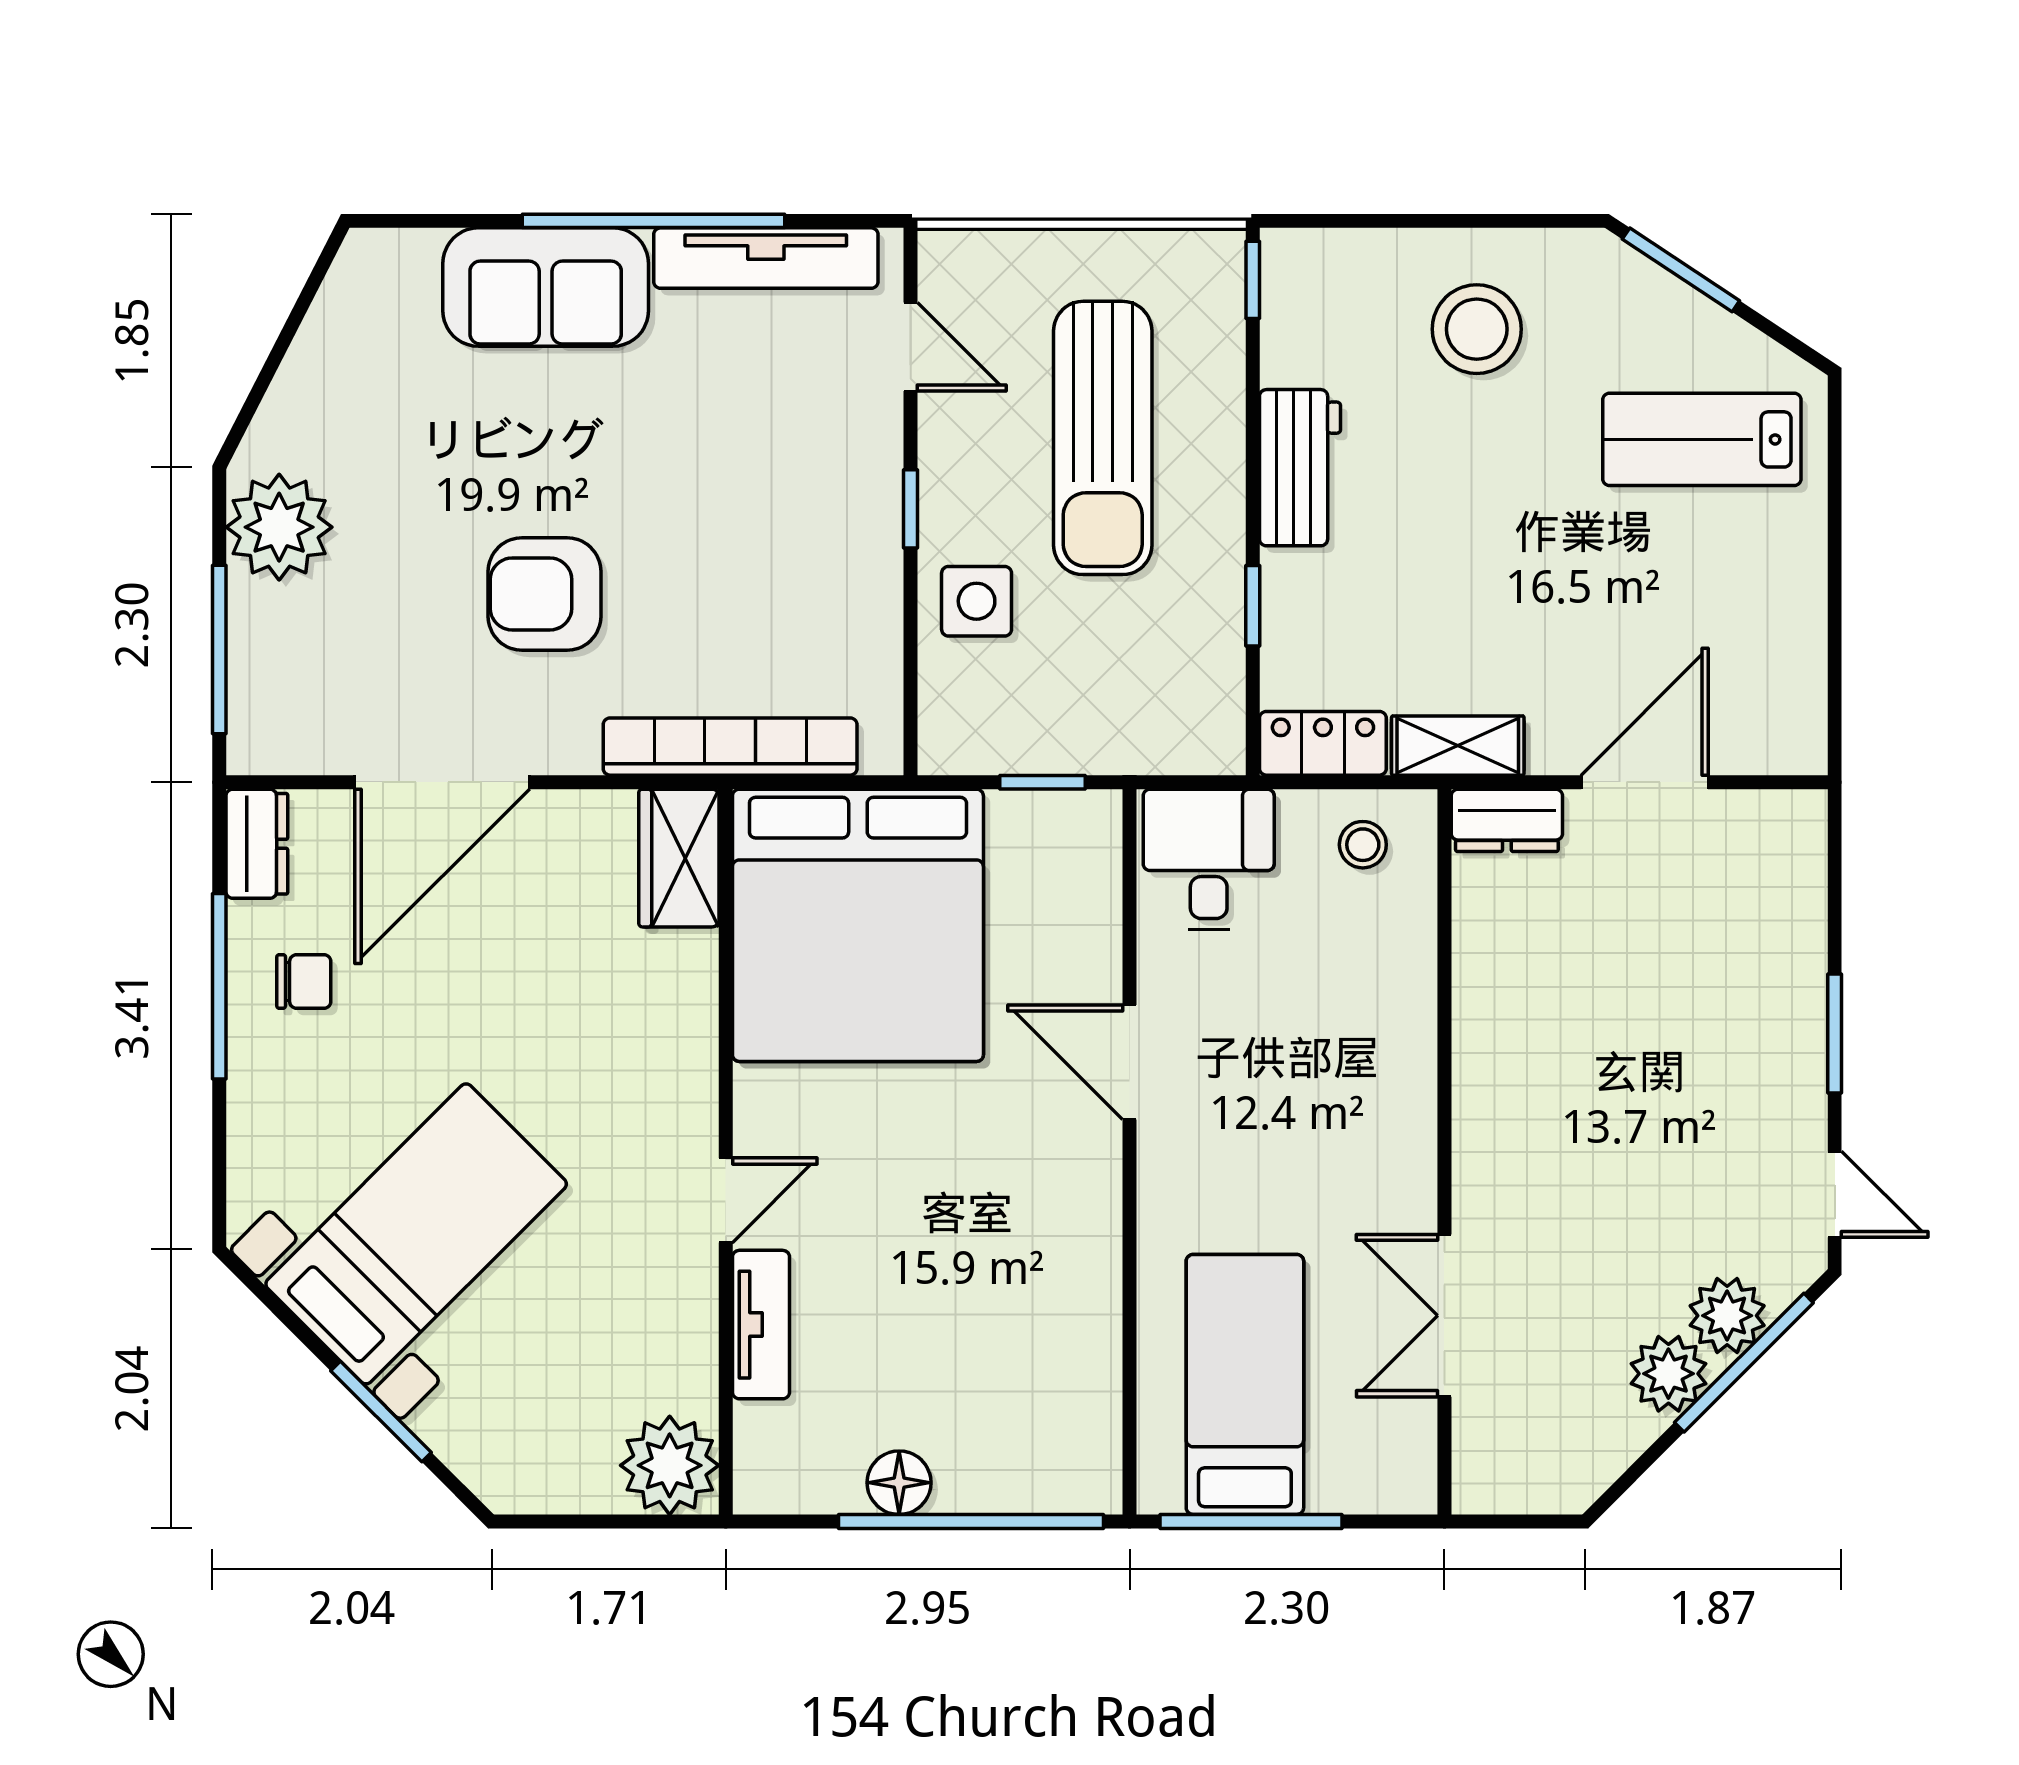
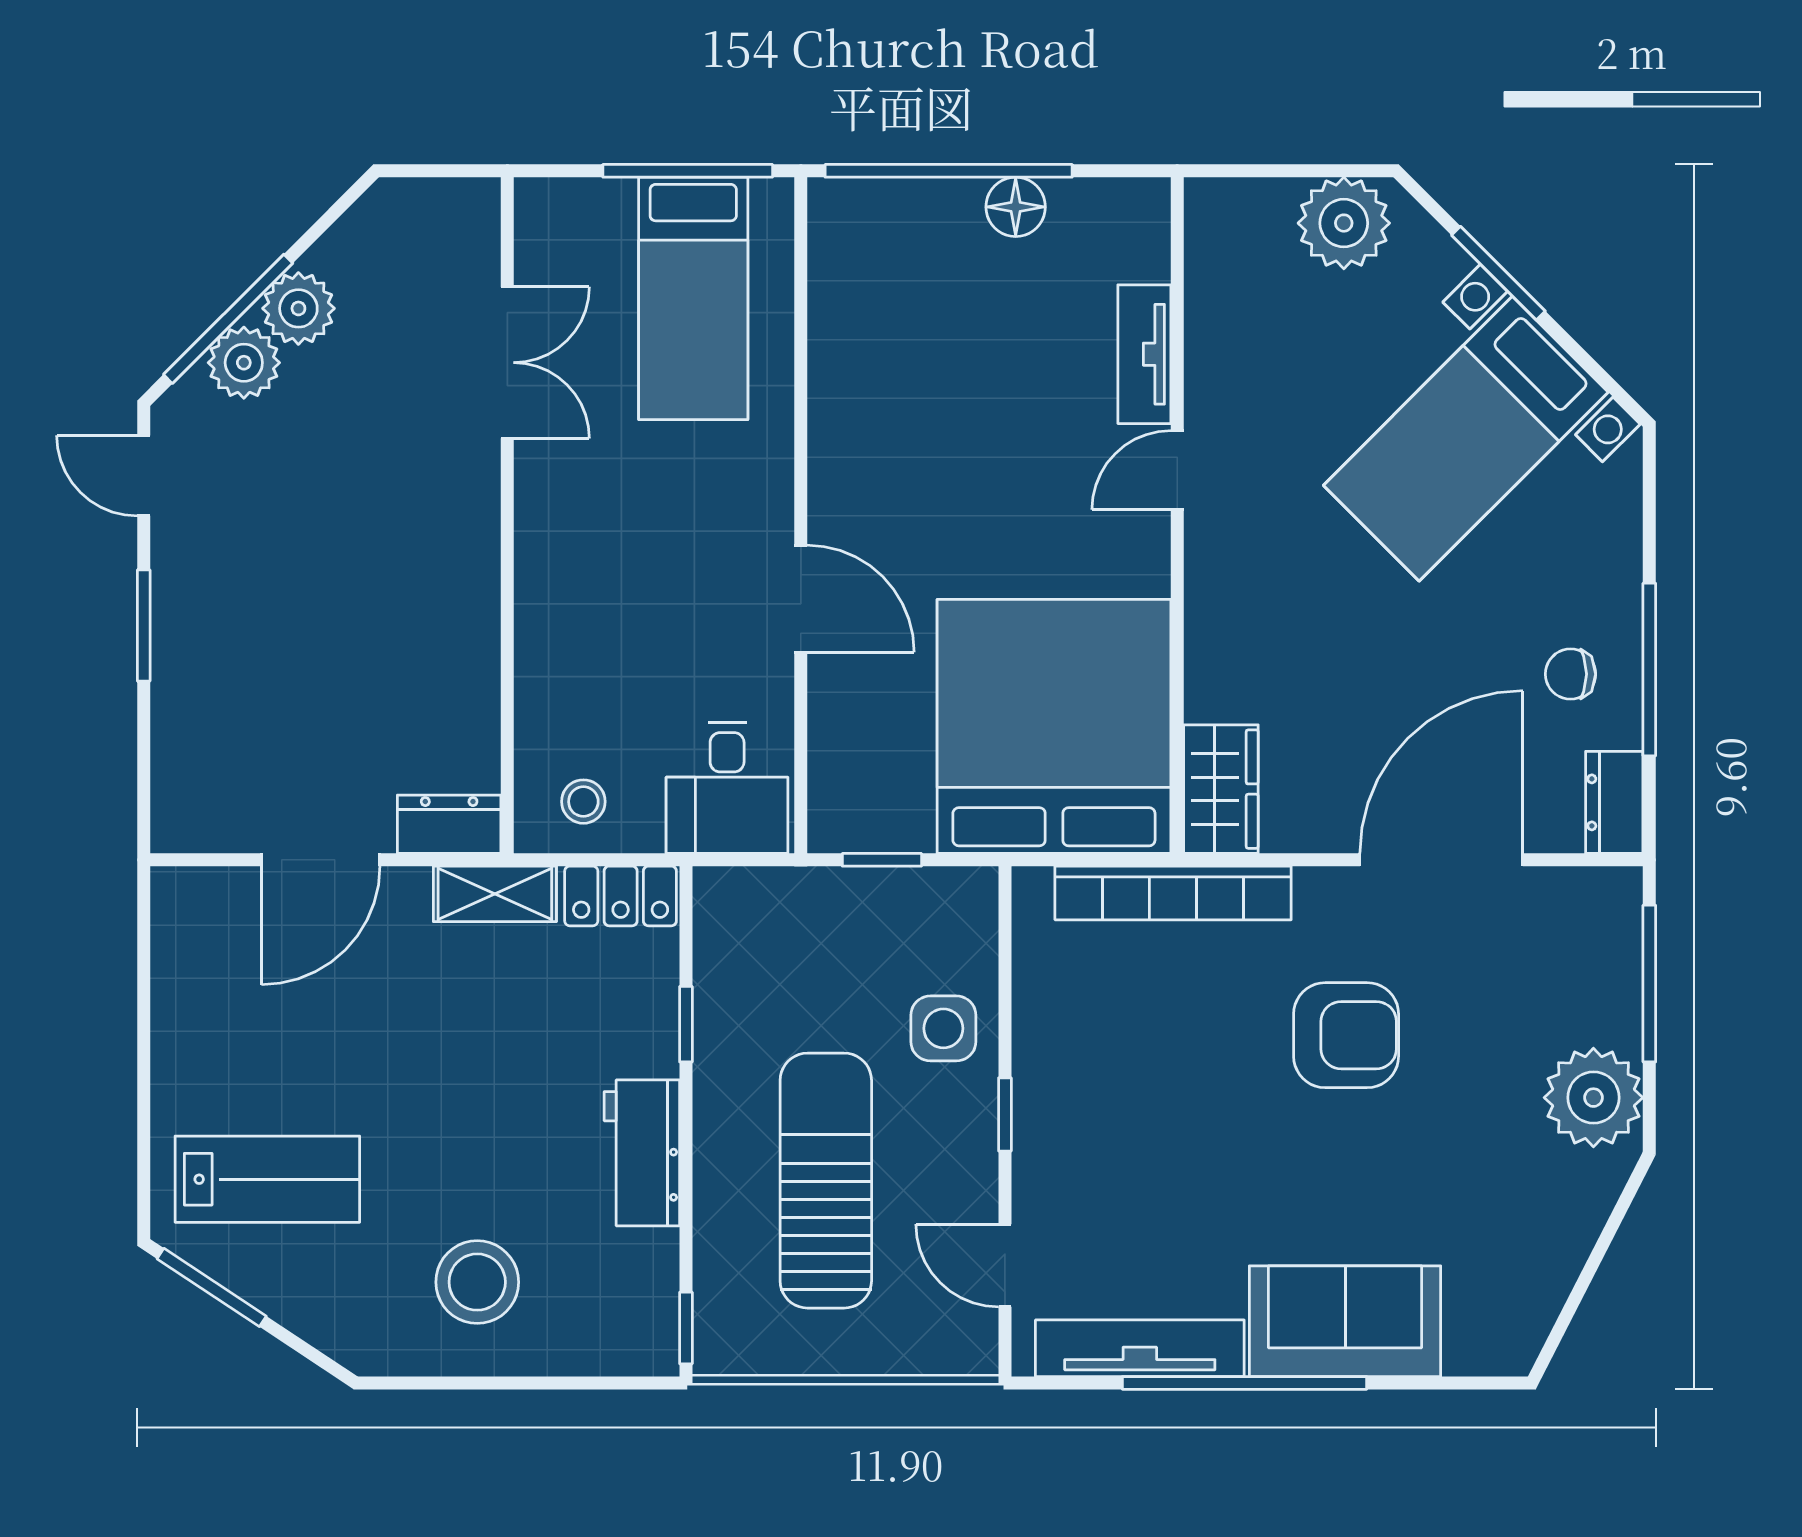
window: (1681, 270) -> (212, 1287), moved
plant: (670, 1465) -> (1344, 223), moved

